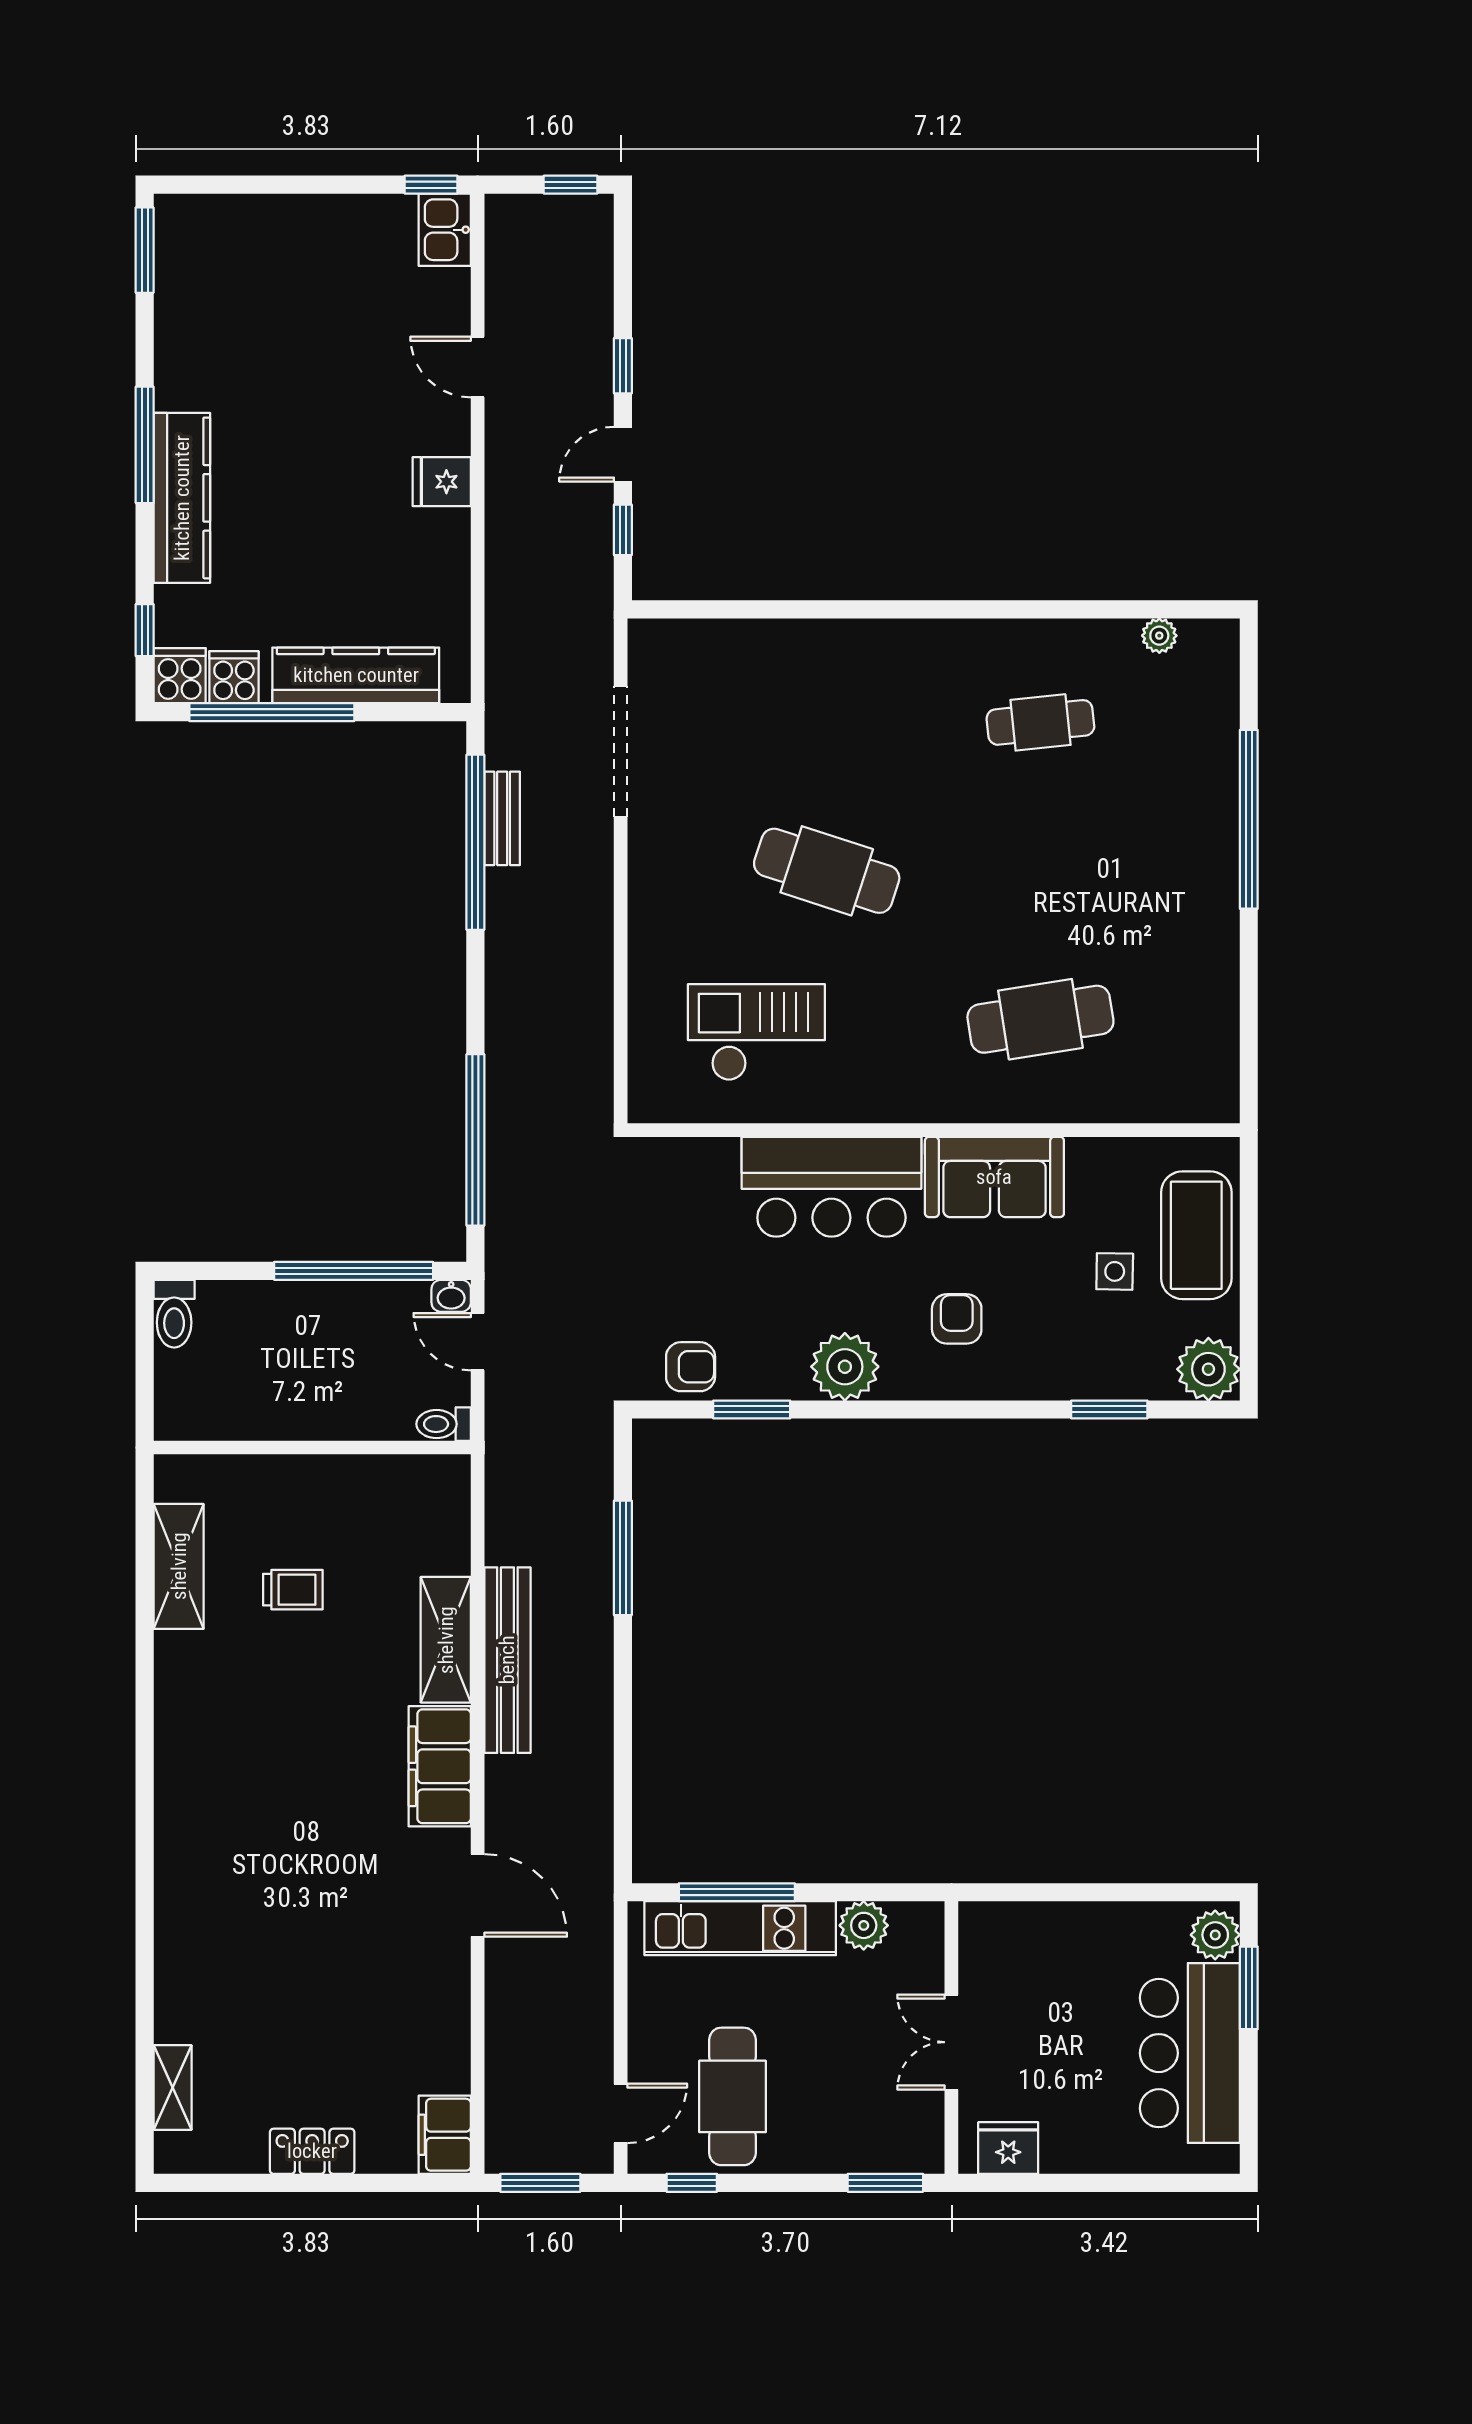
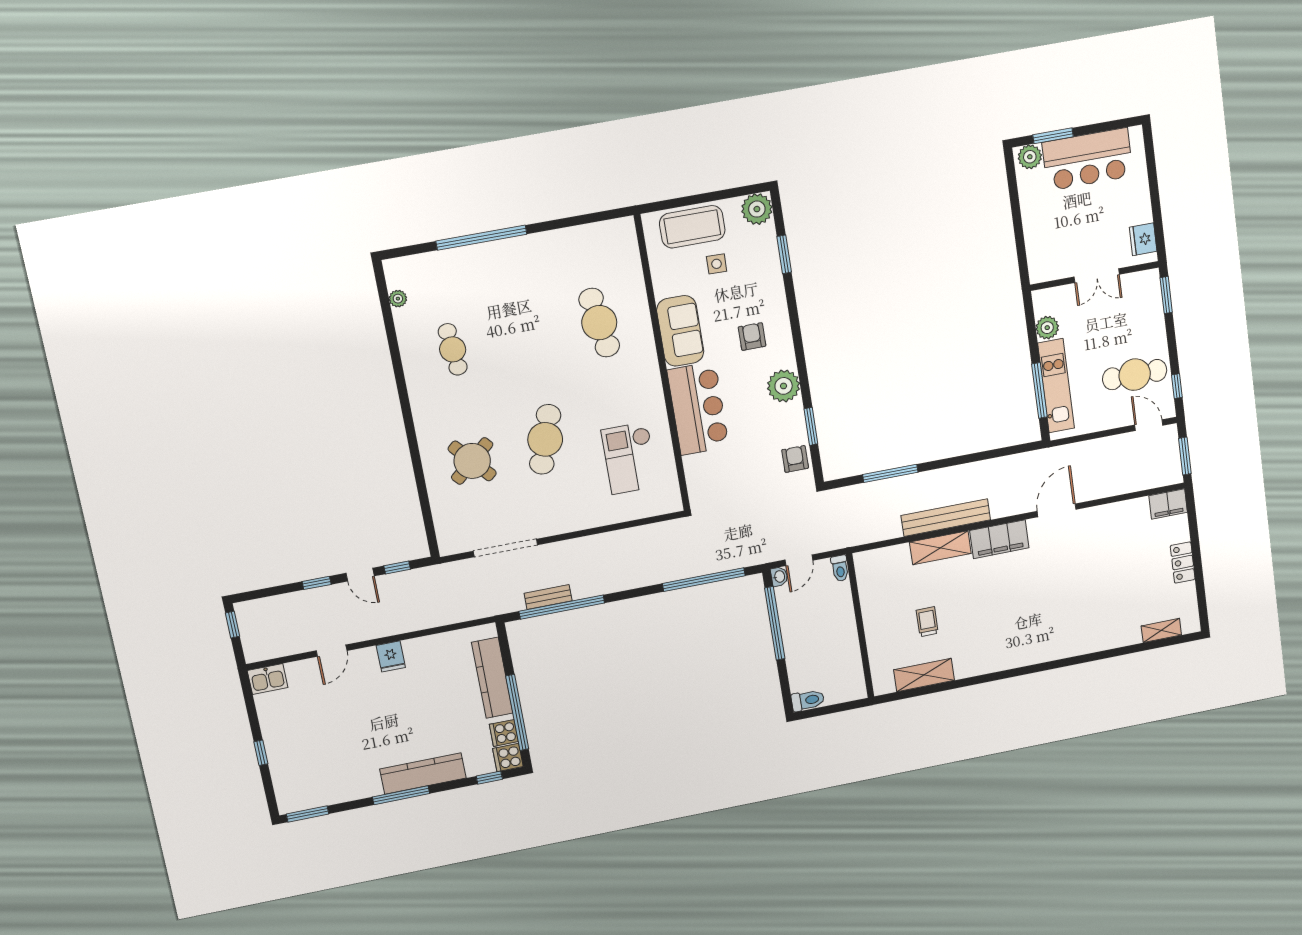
window: (431, 185) -> (261, 753), moved
round table: (811, 719) -> (472, 461), added
armchair: (957, 1319) -> (752, 337), turned 90

